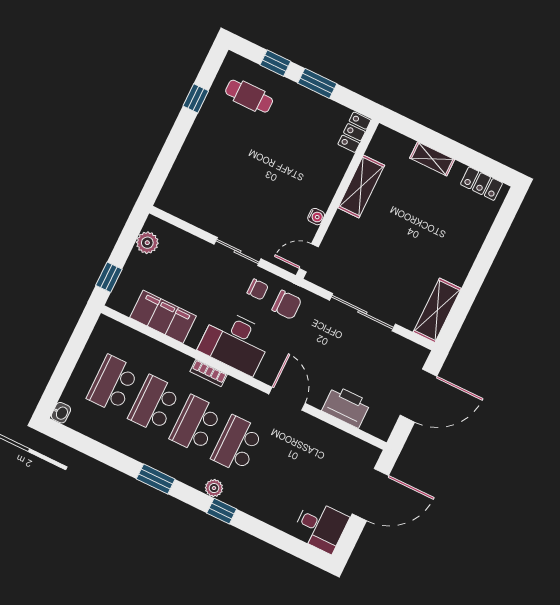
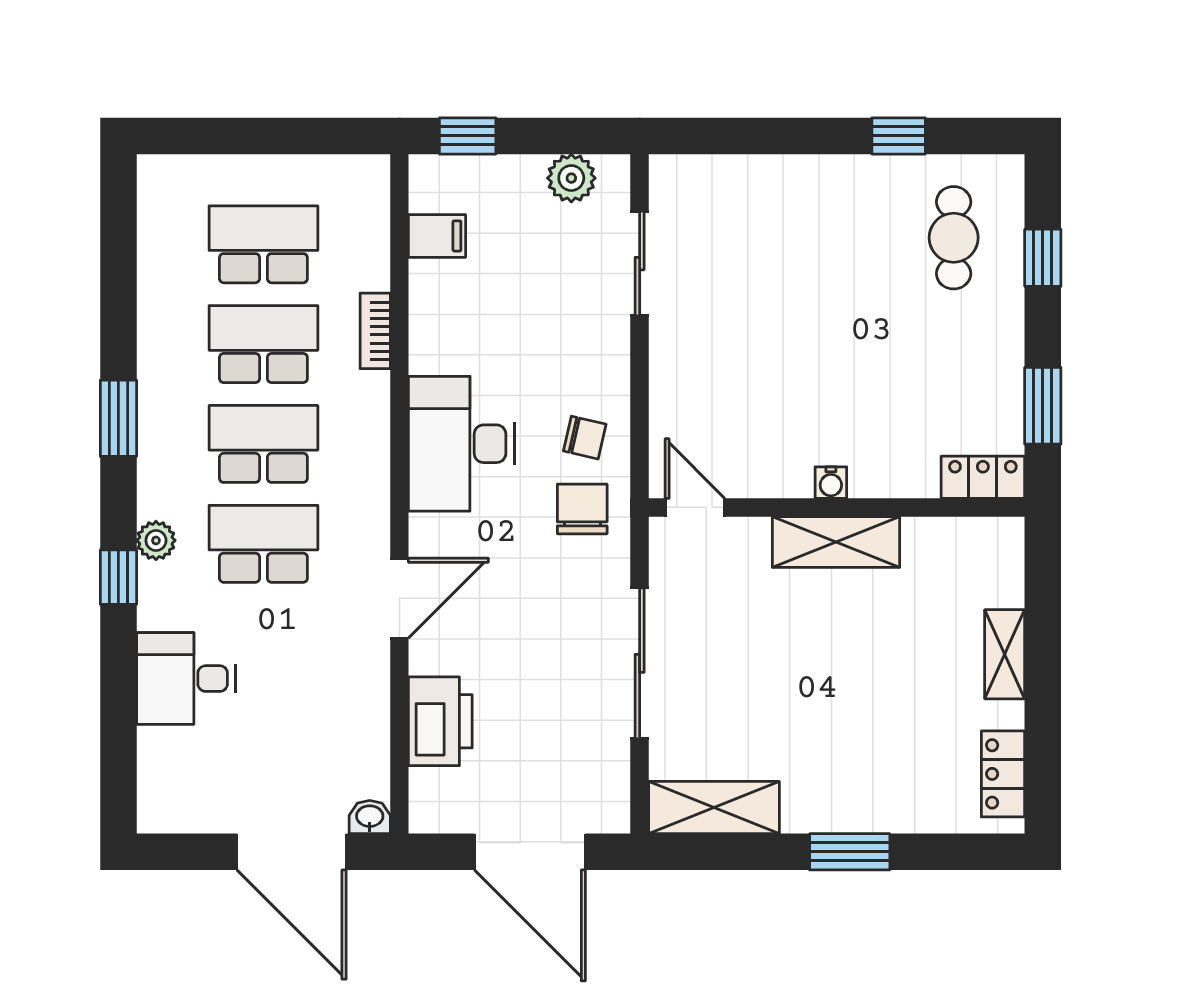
window: (317, 83) -> (1043, 406), moved
shelving: (361, 187) -> (836, 542), moved
water cooler: (316, 217) -> (831, 483), moved
sliding door: (237, 252) -> (640, 264), moved
window: (483, 263) -> (850, 852), added
chair: (258, 289) -> (585, 438), turned -77
chair: (287, 305) -> (582, 509), turned 180
filing cabinet: (163, 317) -> (437, 236), width x0.33, depth x0.86
bookcase: (209, 373) -> (375, 331), moved
washbasin: (61, 413) -> (370, 817), moved, turned 180
desk: (320, 526) -> (186, 679), moved, turned 90

